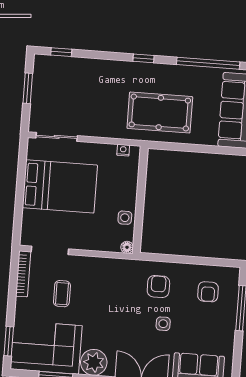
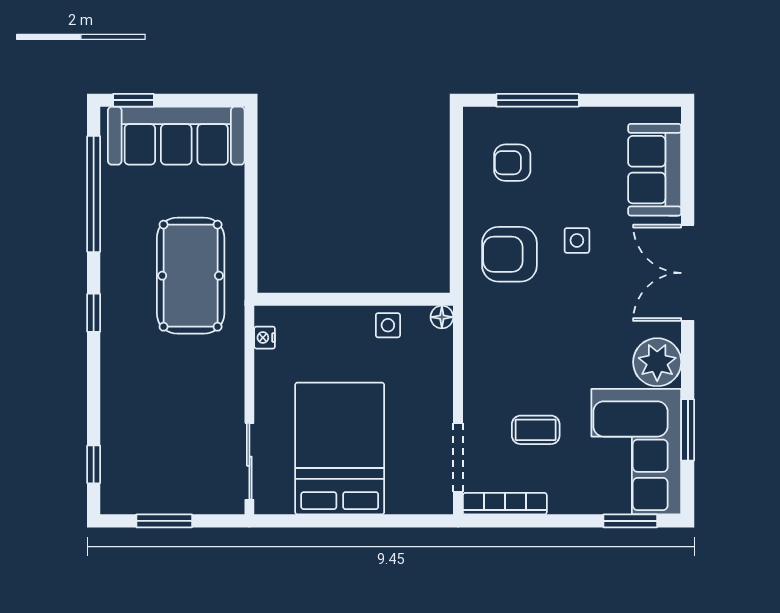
armchair: (158, 287) -> (509, 254), width x1.38, depth x1.38
armchair: (208, 292) -> (512, 163), turned 180

